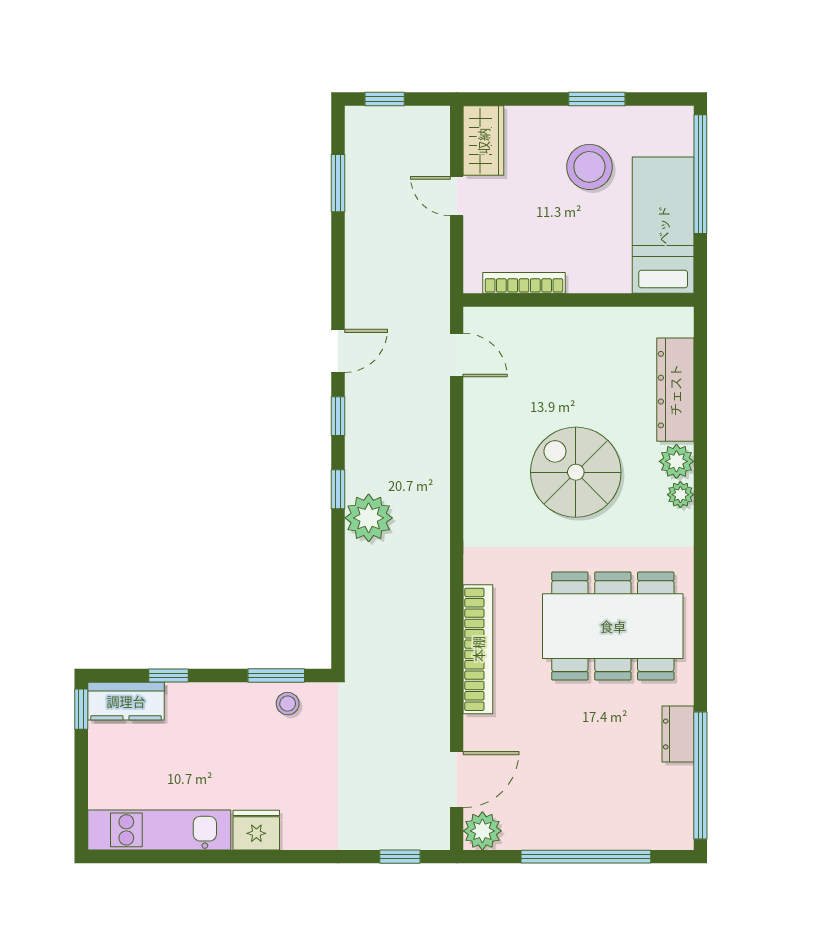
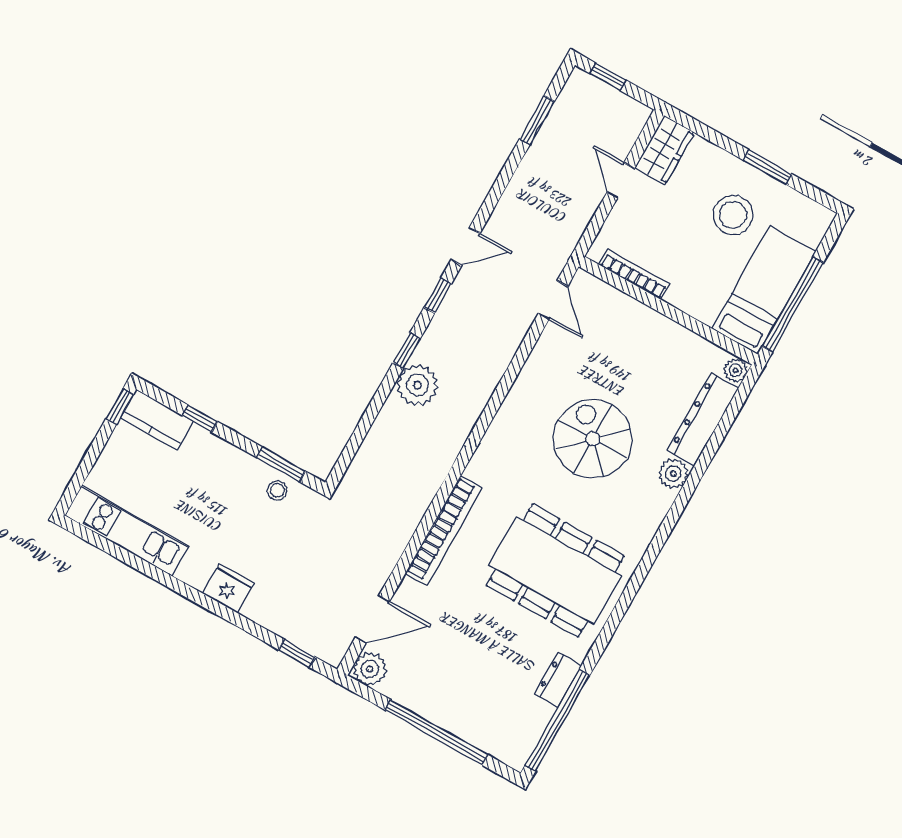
window: (700, 174) -> (793, 304), moved
plant: (680, 495) -> (736, 370), moved
fridge: (256, 830) -> (228, 588), moved

